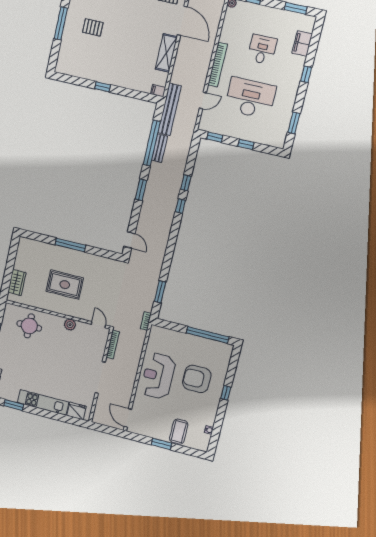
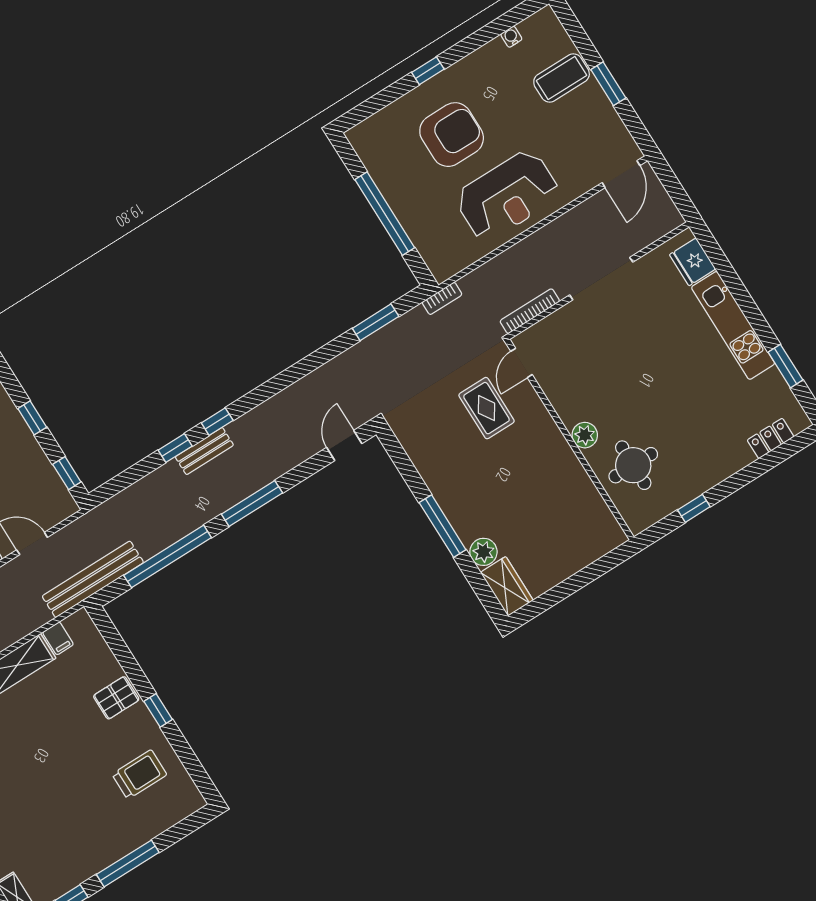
pallet: (93, 27) -> (116, 698), moved, turned 90
trolley: (87, 58) -> (139, 774), added
filing cabinet: (158, 91) -> (58, 638), moved
bench: (159, 148) -> (204, 451), moved
window: (141, 190) -> (252, 503), width x1.44
plant: (49, 250) -> (483, 552), added
wardrobe: (17, 282) -> (507, 586), moved, turned 90
rug: (65, 285) -> (487, 408), moved, width x0.73, depth x0.70
plant: (70, 325) -> (585, 435), moved
window: (208, 335) -> (385, 214), moved
armchair: (197, 379) -> (452, 135), turned -90

